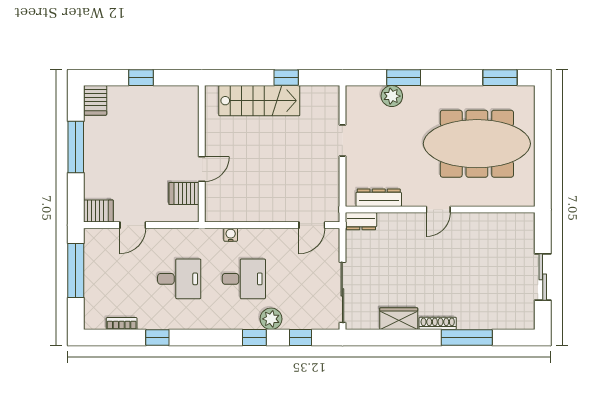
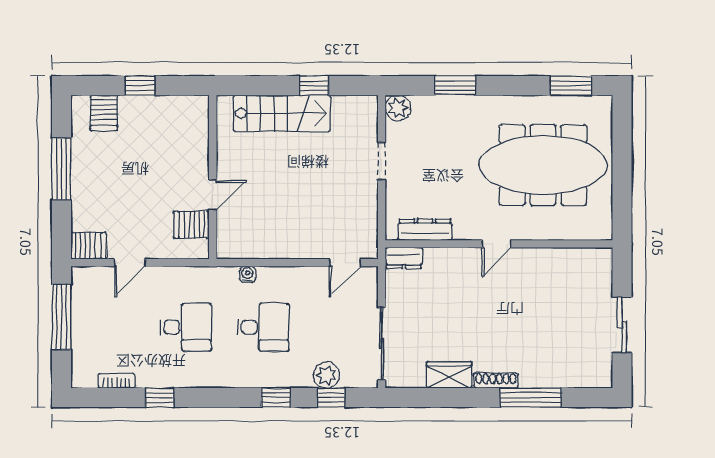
plant: (392, 96) -> (398, 108), moved
server rack: (95, 100) -> (104, 113), moved
plant: (271, 319) -> (327, 375), moved

